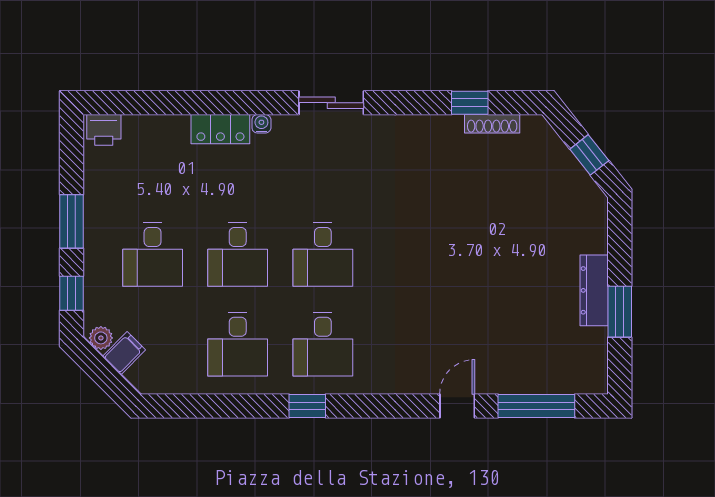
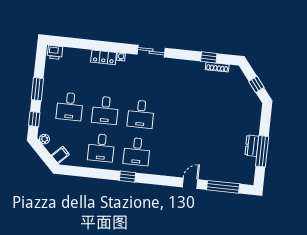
dresser: (594, 290) -> (252, 146), width x0.70
window: (620, 312) -> (262, 151), width x1.44
filing cabinet: (124, 353) -> (60, 155), moved

